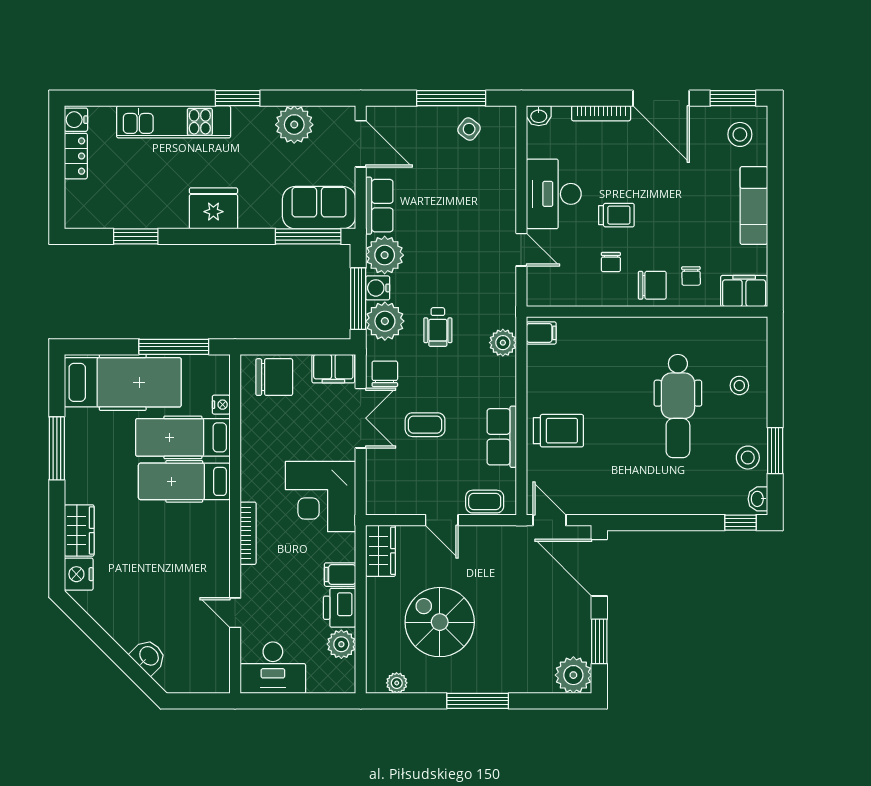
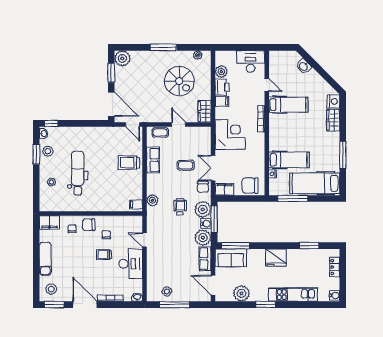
locker: (76, 156) -> (335, 267), moved
hospital bed: (184, 481) -> (288, 105), moved

